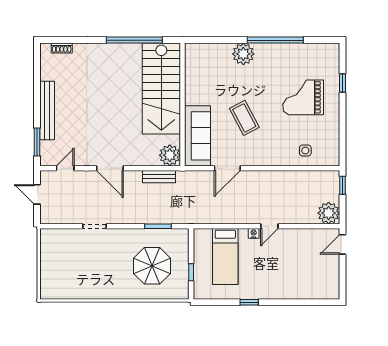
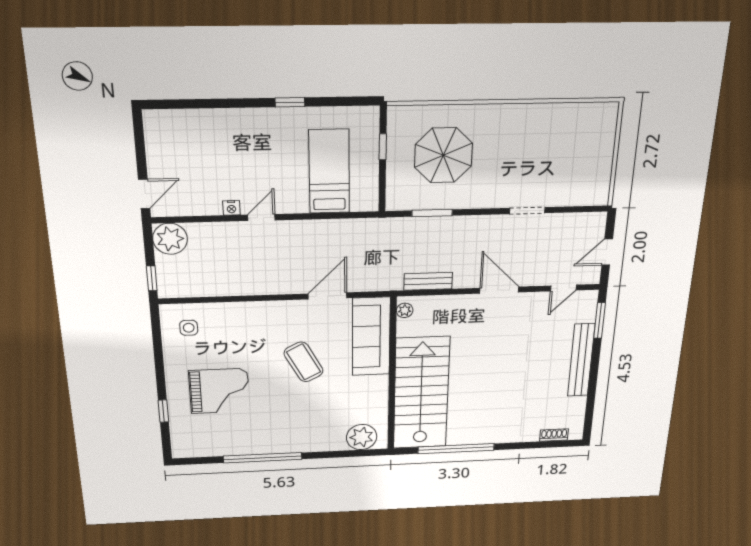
plant: (243, 54) -> (362, 437), moved
side table: (305, 151) -> (189, 328), moved
plant: (170, 155) -> (405, 310), width x0.53, depth x0.53
door: (37, 194) -> (607, 252), swing flipped
nightstand: (254, 233) -> (231, 208), moved

